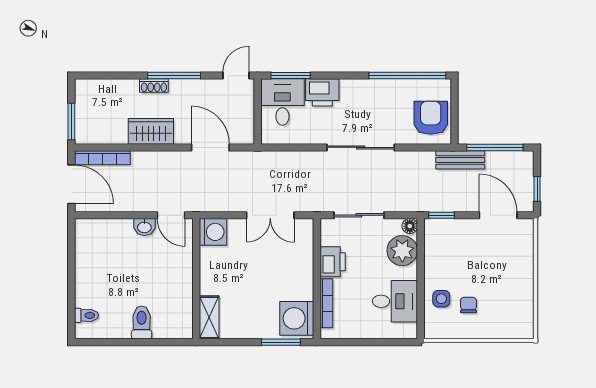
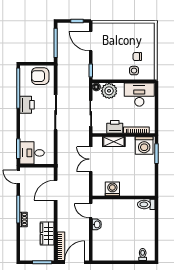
printer: (322, 92) -> (27, 105), moved
wardrobe: (151, 131) -> (47, 234), moved
bench: (460, 160) -> (62, 61), removed
door: (171, 215) -> (91, 211), swing flipped
double door: (270, 215) -> (91, 159), swing flipped
door: (498, 215) -> (91, 41), hinge flipped
washing machine: (213, 232) -> (112, 189), moved
desk: (395, 301) -> (139, 95), width x1.37
shelving: (209, 317) -> (114, 142), moved
toilet: (142, 322) -> (146, 204), moved

